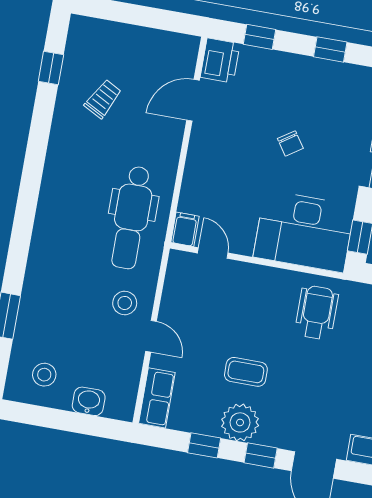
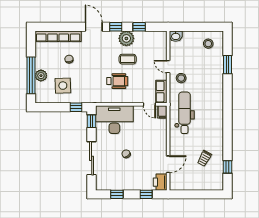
wheelchair: (317, 312) -> (117, 81), moved, turned -90
row of seats: (157, 398) -> (161, 92), moved
washbasin: (89, 401) -> (176, 36), moved

